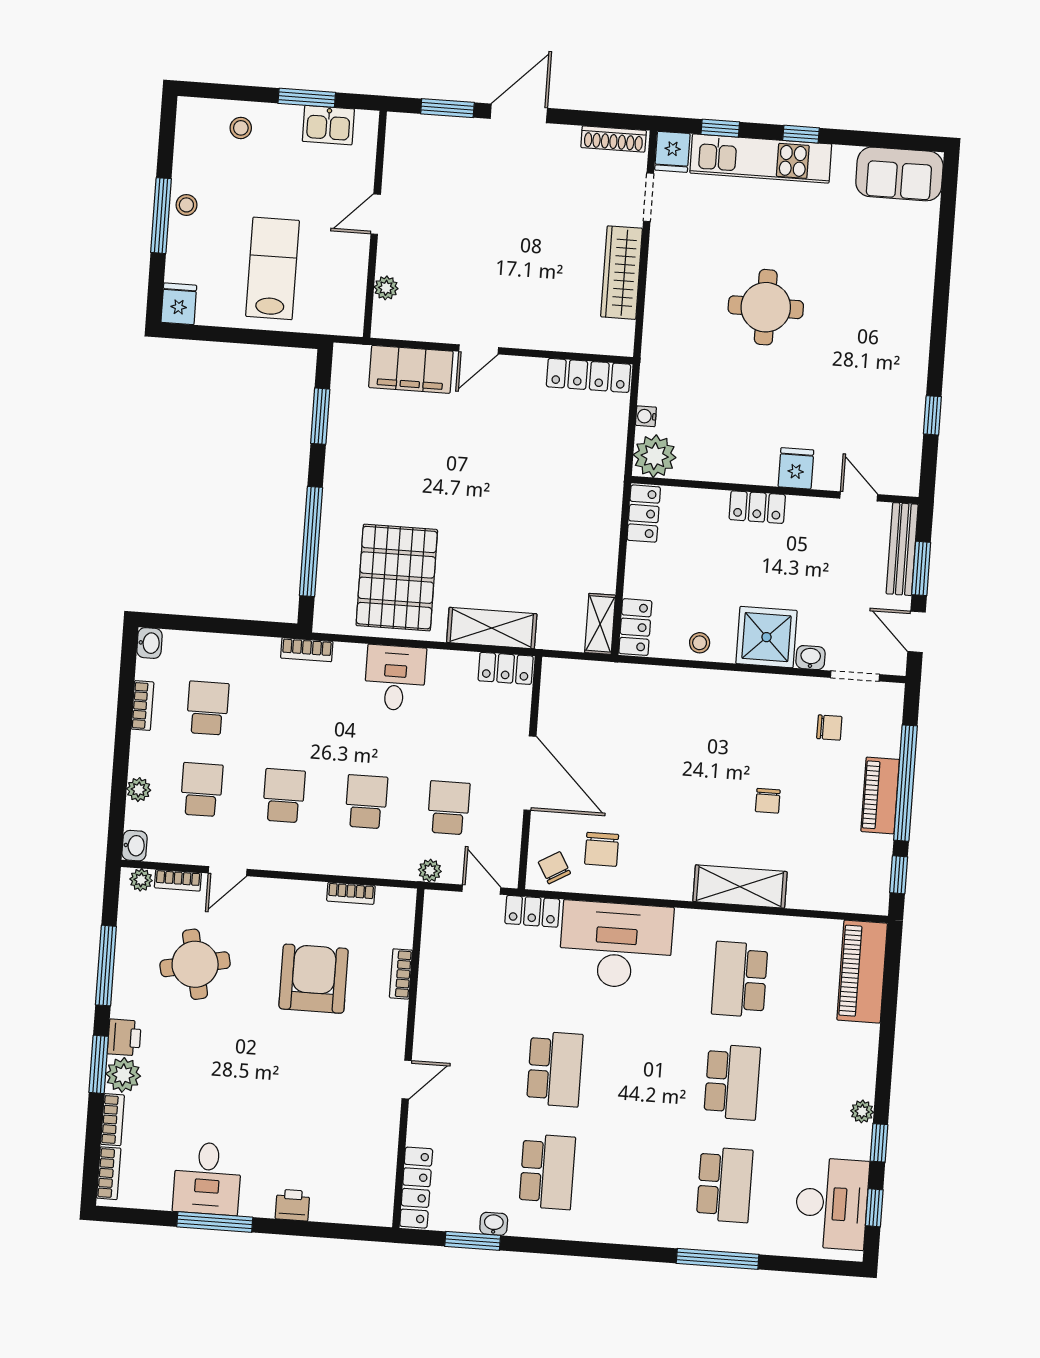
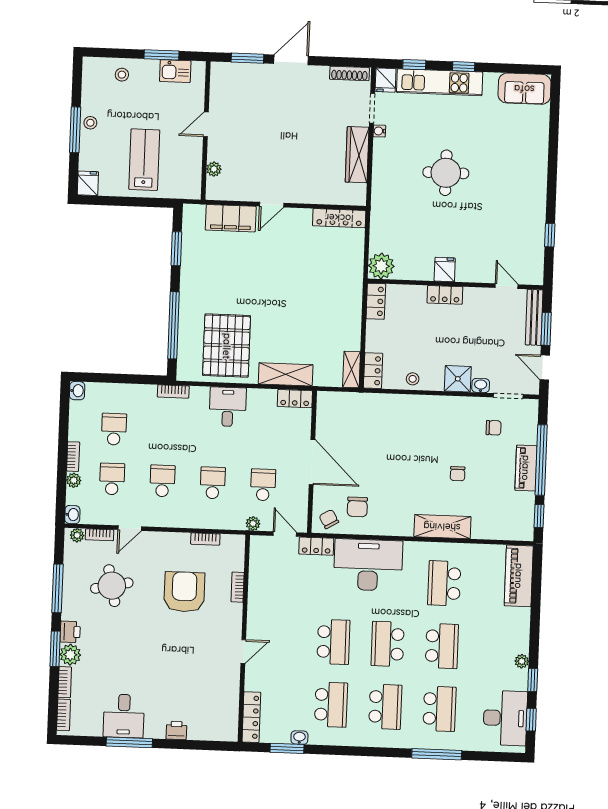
water cooler: (646, 416) -> (379, 131), moved
fridge: (796, 468) -> (445, 270), moved
shower: (766, 637) -> (458, 379), width x0.73, depth x0.73
bookcase: (142, 706) -> (73, 457), moved
school desk: (643, 1076) -> (388, 644), added
school desk: (636, 1178) -> (385, 707), added

